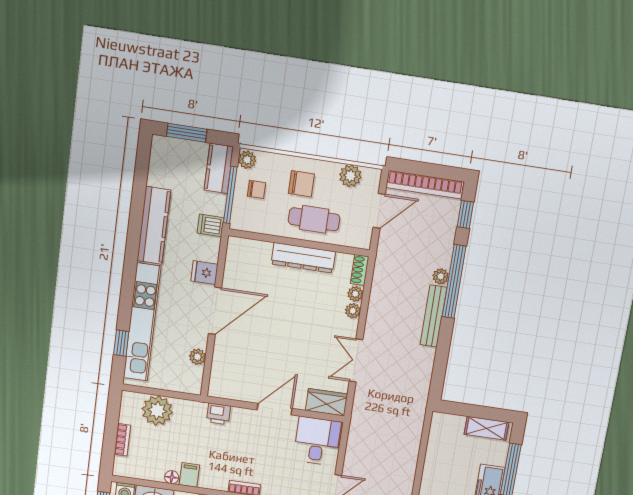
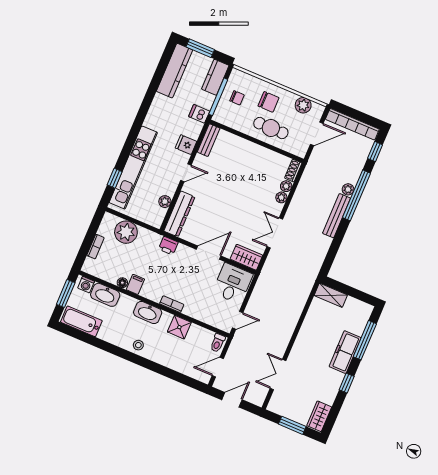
plant: (247, 160) -> (236, 76), removed
kitchen counter: (154, 225) -> (175, 71), moved
bench: (233, 258) -> (209, 140), added
dresser: (303, 258) -> (179, 214), moved, turned -90
door: (215, 311) -> (186, 173), width x0.53
shelving: (486, 428) -> (331, 295), moved

